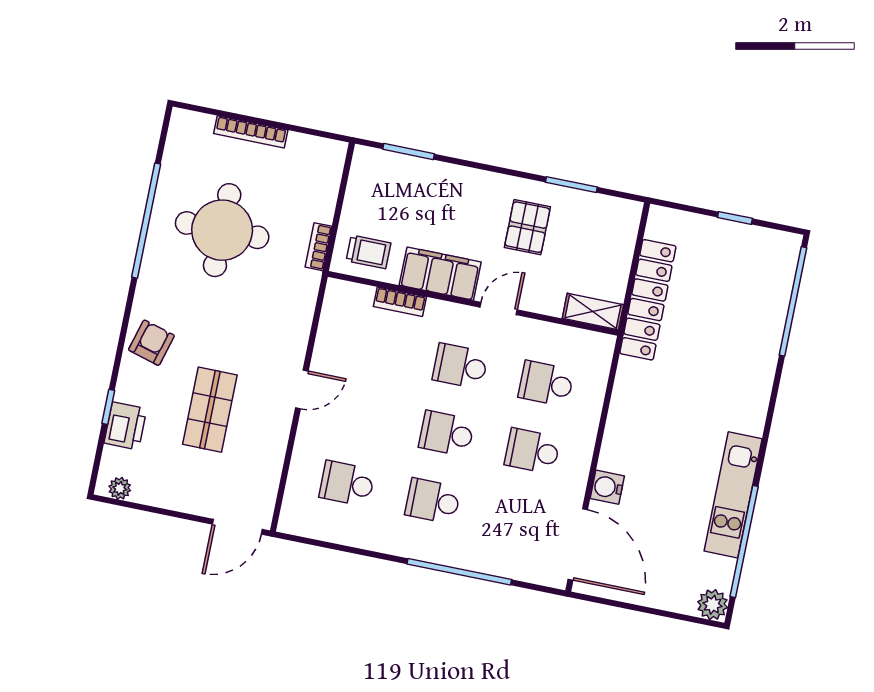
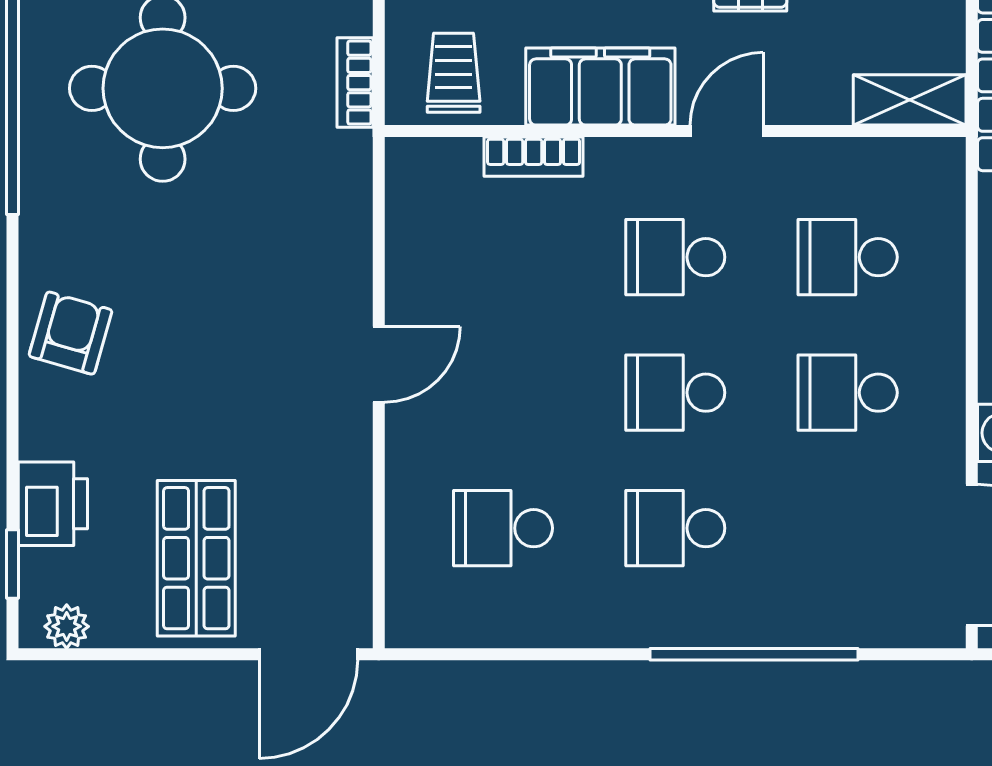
trolley: (369, 252) -> (454, 73), turned -90
window: (108, 407) -> (12, 564), moved
shop shelf: (210, 410) -> (196, 558), moved

